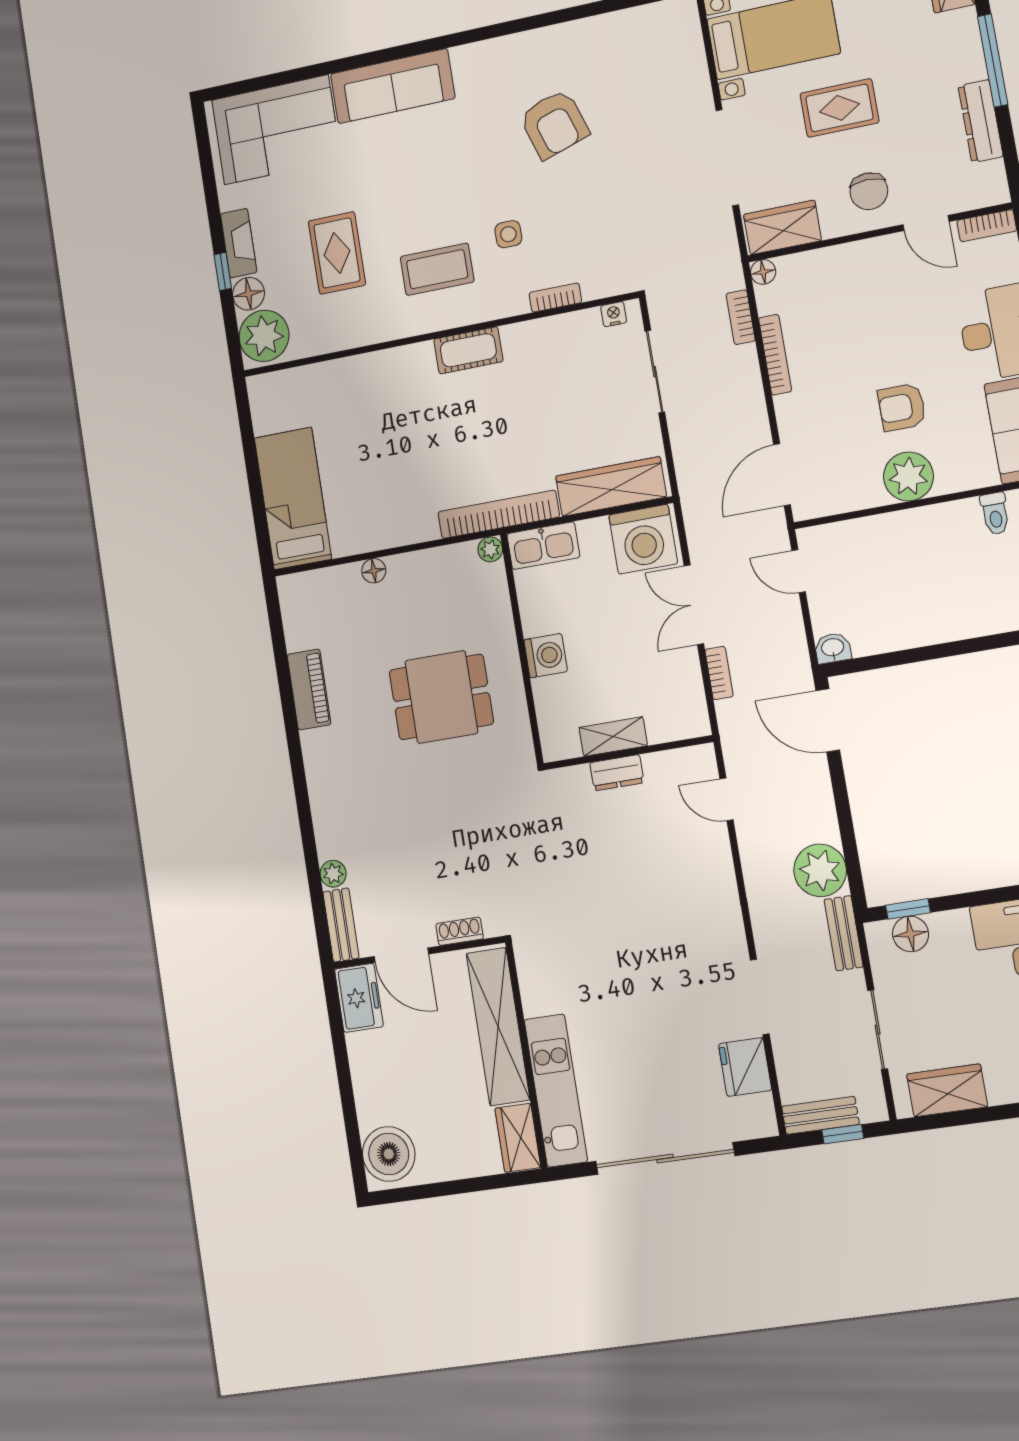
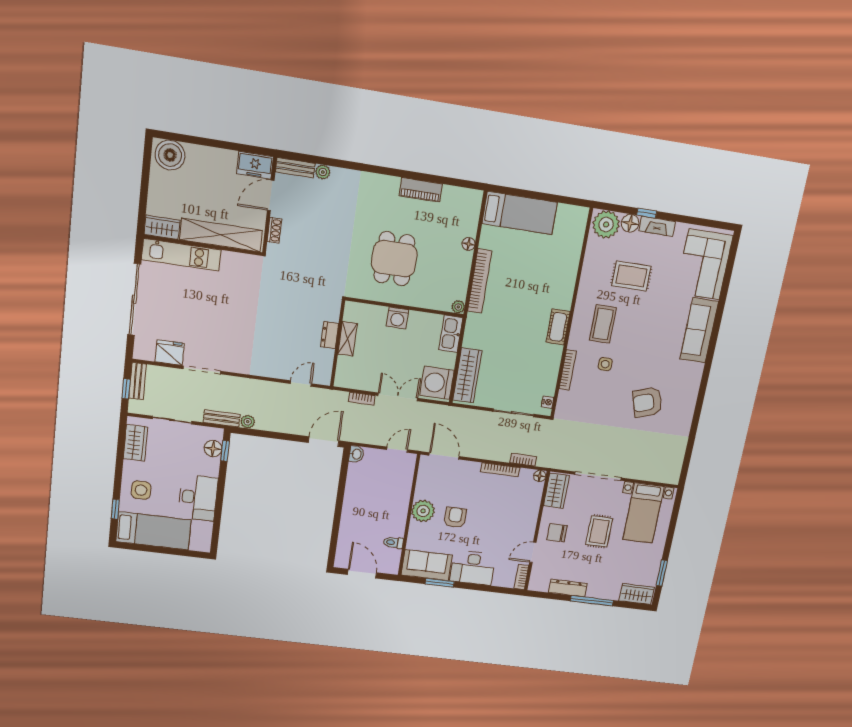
bookcase: (555, 298) -> (568, 370), width x1.56
bookcase: (499, 514) -> (480, 281), moved
plant: (820, 870) -> (248, 422), width x0.53, depth x0.53

